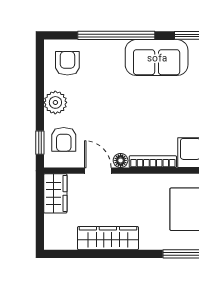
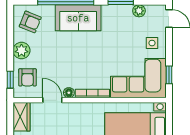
sofa: (157, 58) -> (78, 18), moved
armchair: (67, 63) -> (30, 22), turned 112

